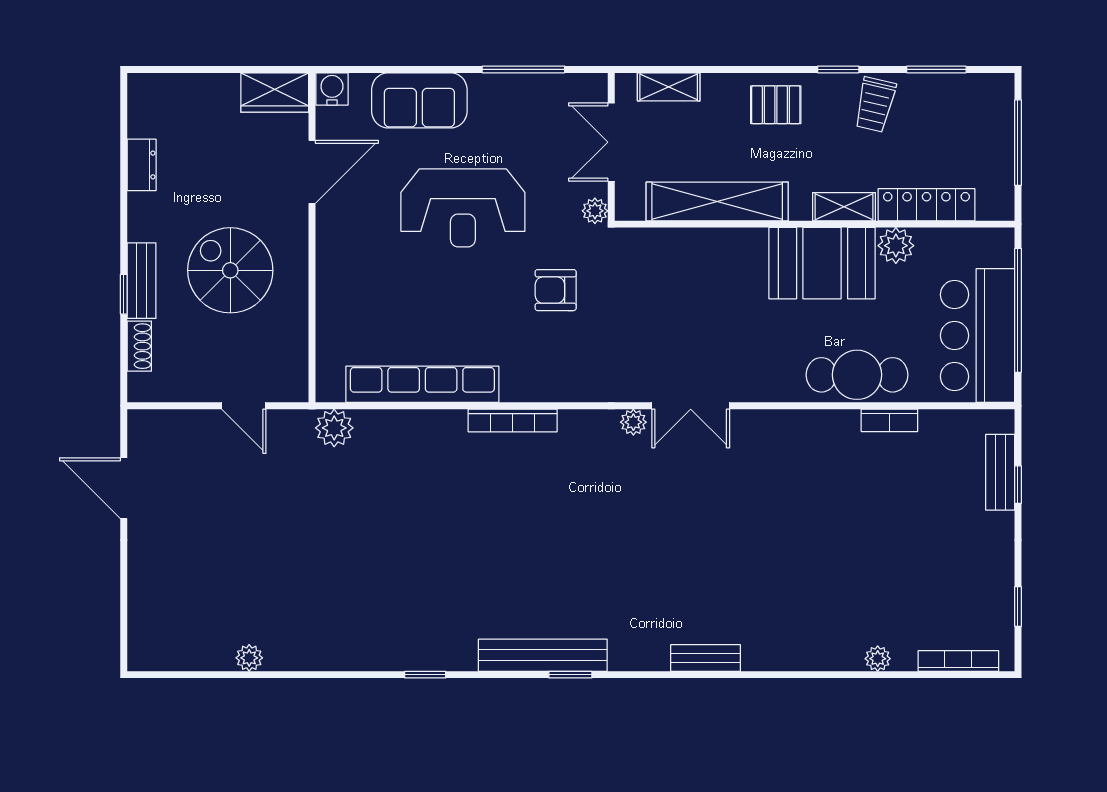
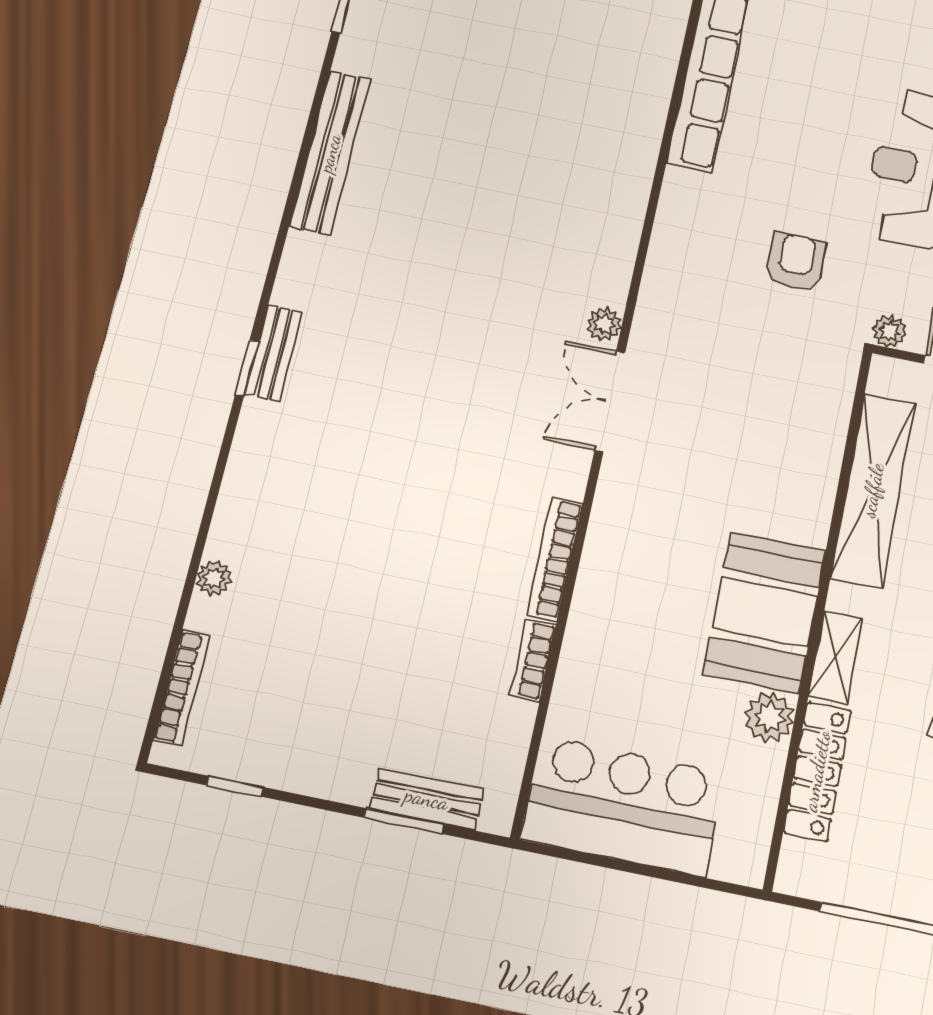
window: (1018, 310) -> (646, 871), removed
cafe table: (857, 375) -> (604, 628), removed
bookcase: (513, 420) -> (555, 558), moved
window: (1018, 485) -> (404, 821), width x1.50
window: (570, 675) -> (247, 368), moved

